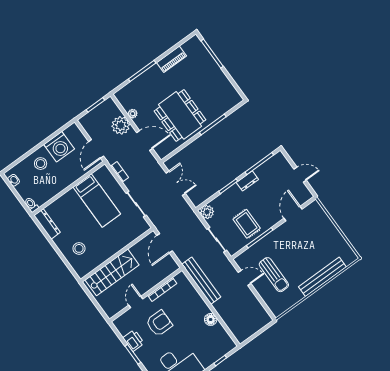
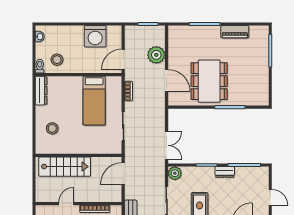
plant: (133, 114) -> (173, 52), removed
stool: (41, 164) -> (57, 60), moved
double door: (176, 183) -> (167, 145), moved

